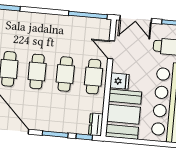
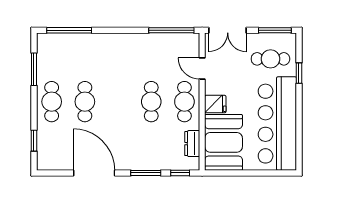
cafe table: (37, 71) -> (118, 102), removed
dresser: (96, 124) -> (192, 144), moved

